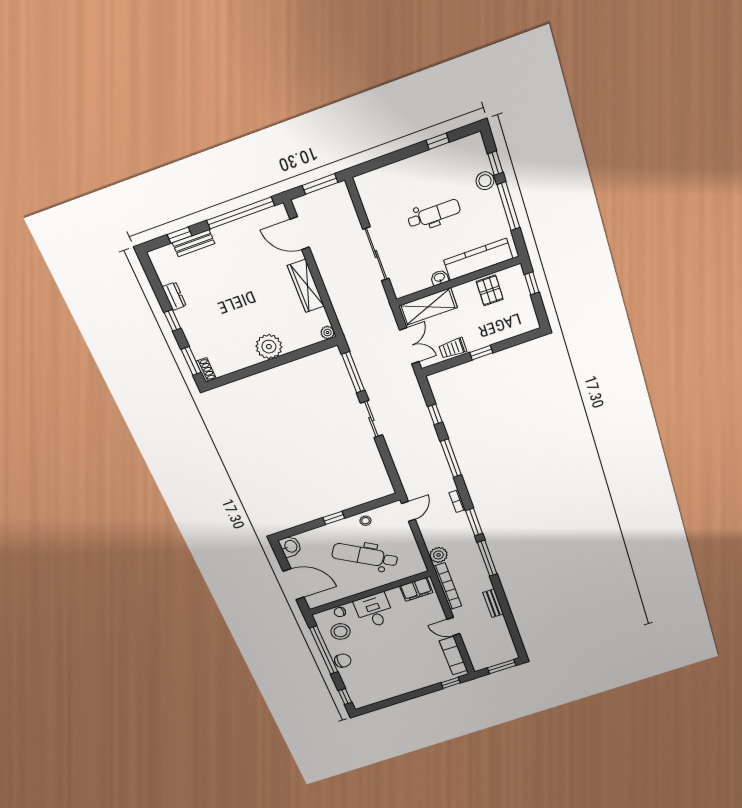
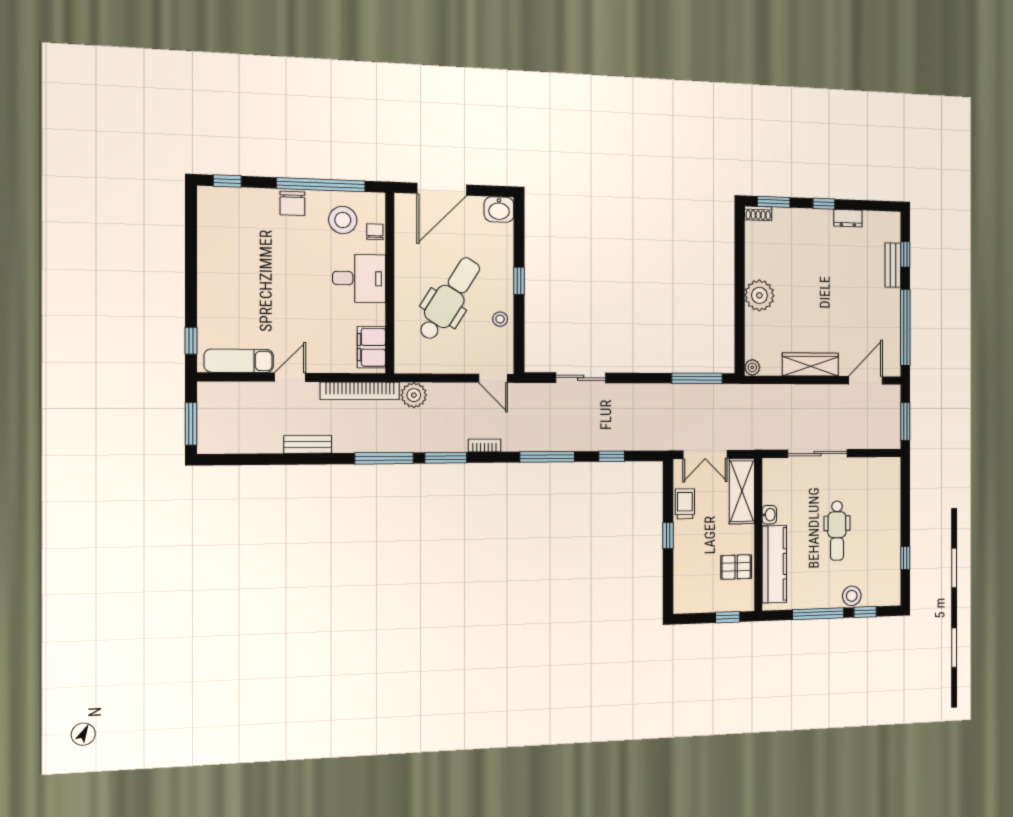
sliding door: (371, 419) -> (581, 378), moved

